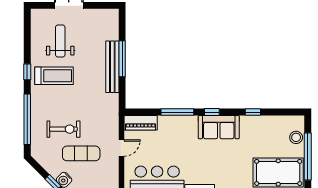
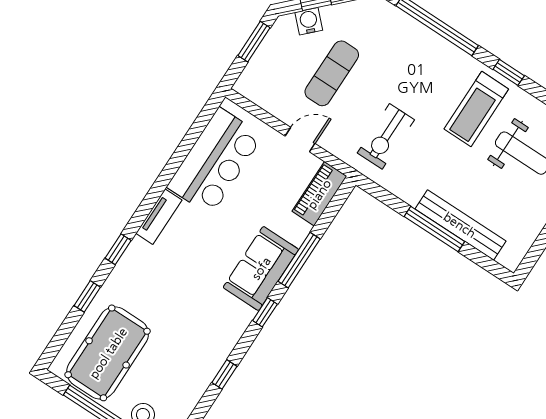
bench: (112, 67) -> (460, 225), moved
sofa: (219, 127) -> (261, 268), moved
exercise bike: (63, 129) -> (386, 136), moved
door: (121, 148) -> (300, 140), swing flipped

